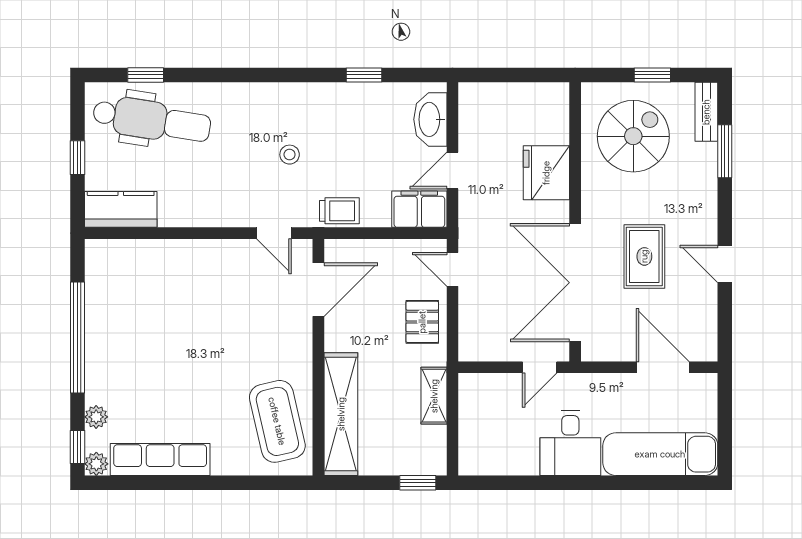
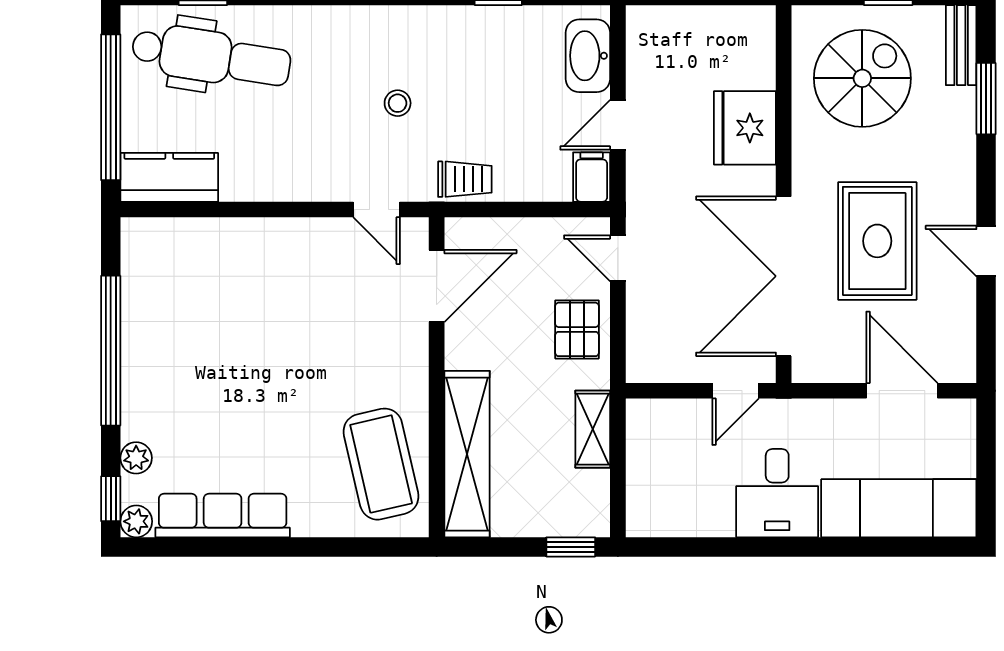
window: (77, 158) -> (111, 107), width x3.17
filing cabinet: (419, 209) -> (592, 177), width x0.50
rug: (644, 256) -> (877, 241), width x1.36, depth x1.43

